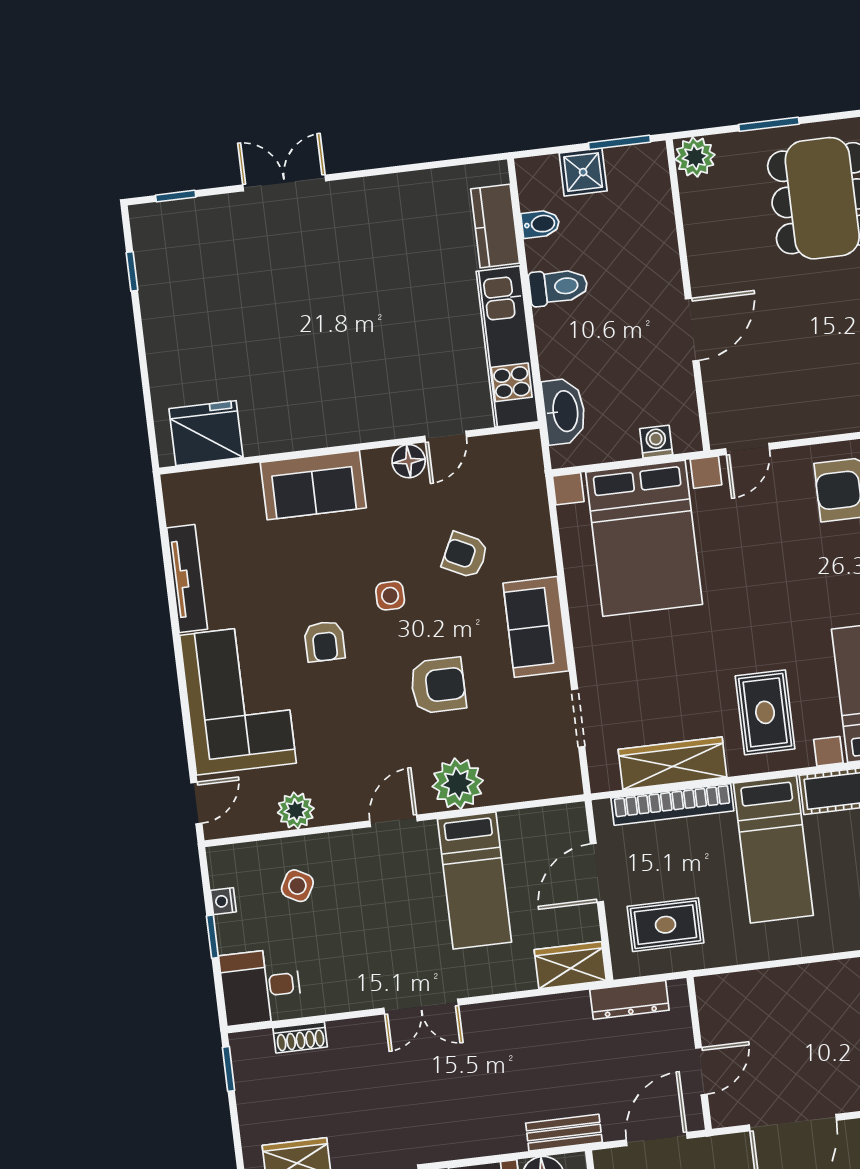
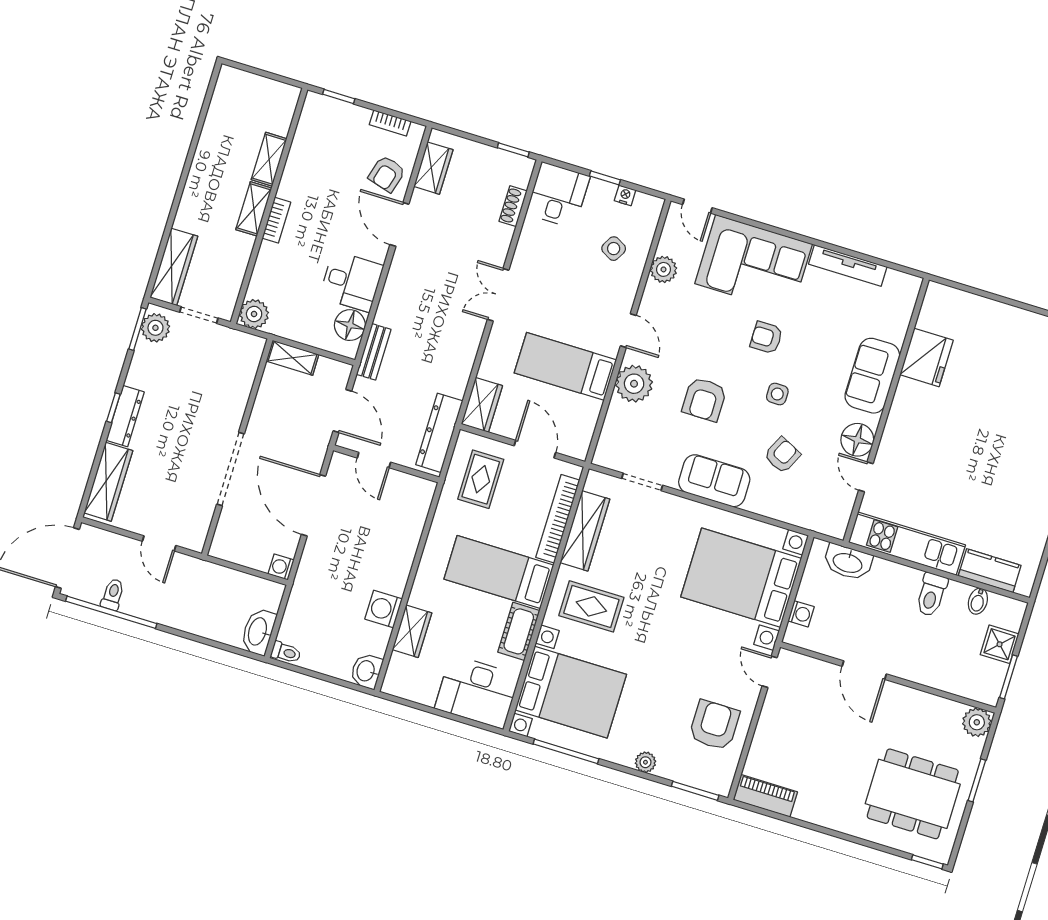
fridge: (206, 433) -> (926, 357), moved
floor lamp: (409, 461) -> (857, 440), width x1.38, depth x1.38
dresser: (629, 1000) -> (439, 433), width x1.37, depth x1.24

